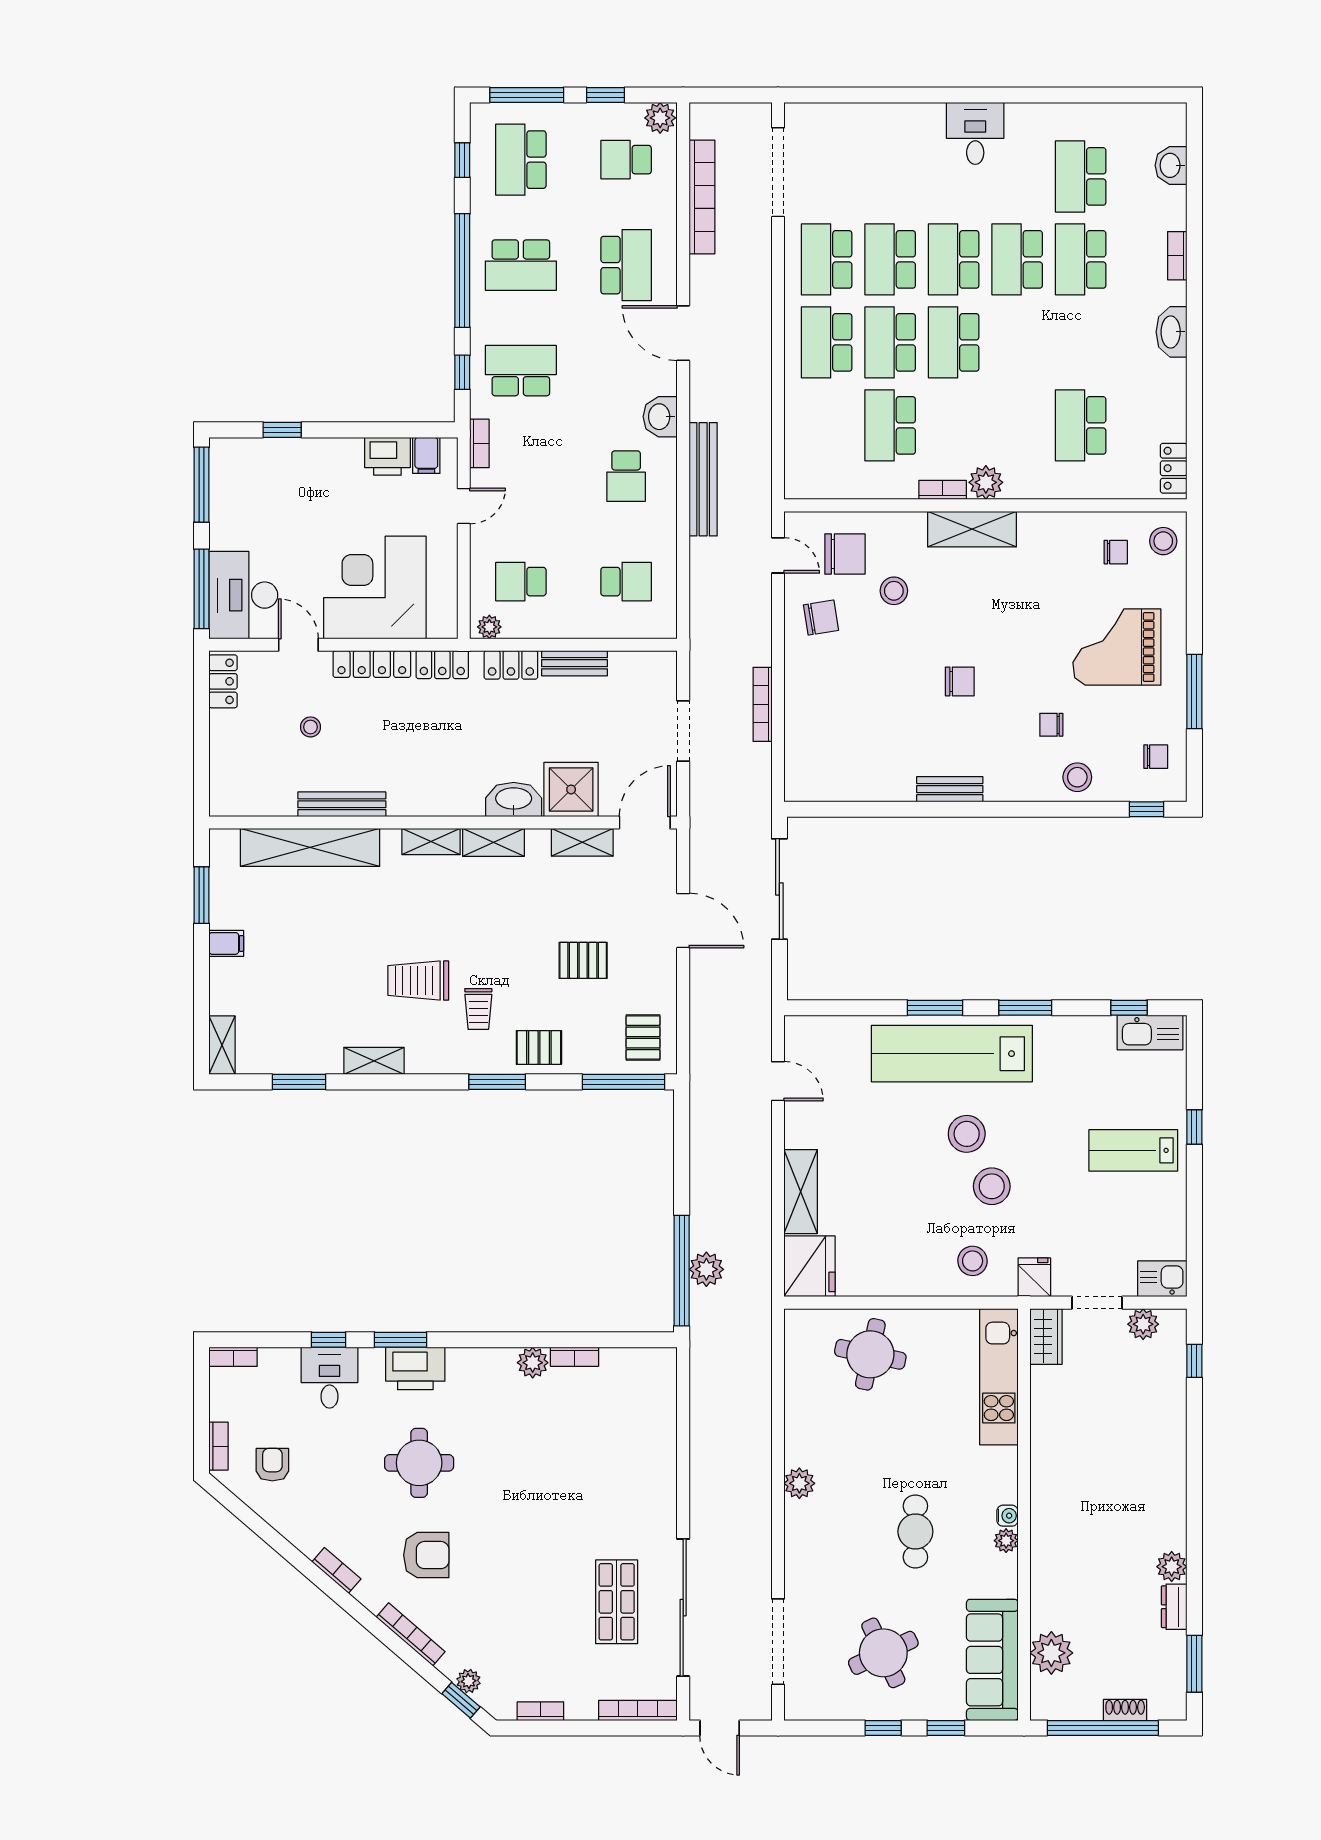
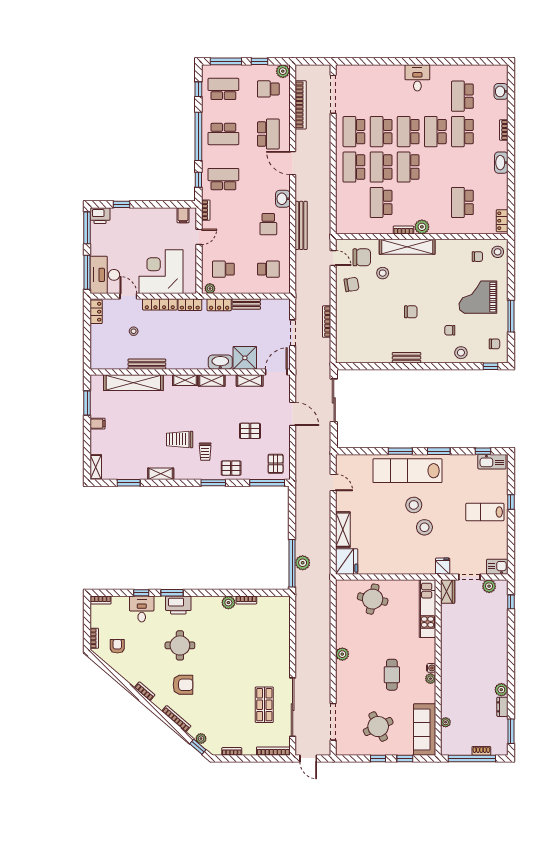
school desk: (521, 160) -> (223, 89), turned 90
printer: (387, 456) -> (100, 216), moved
shelving: (972, 529) -> (407, 247), width x1.47
stool: (973, 1261) -> (416, 559), removed
plant: (1051, 1653) -> (446, 722), width x0.53, depth x0.53

